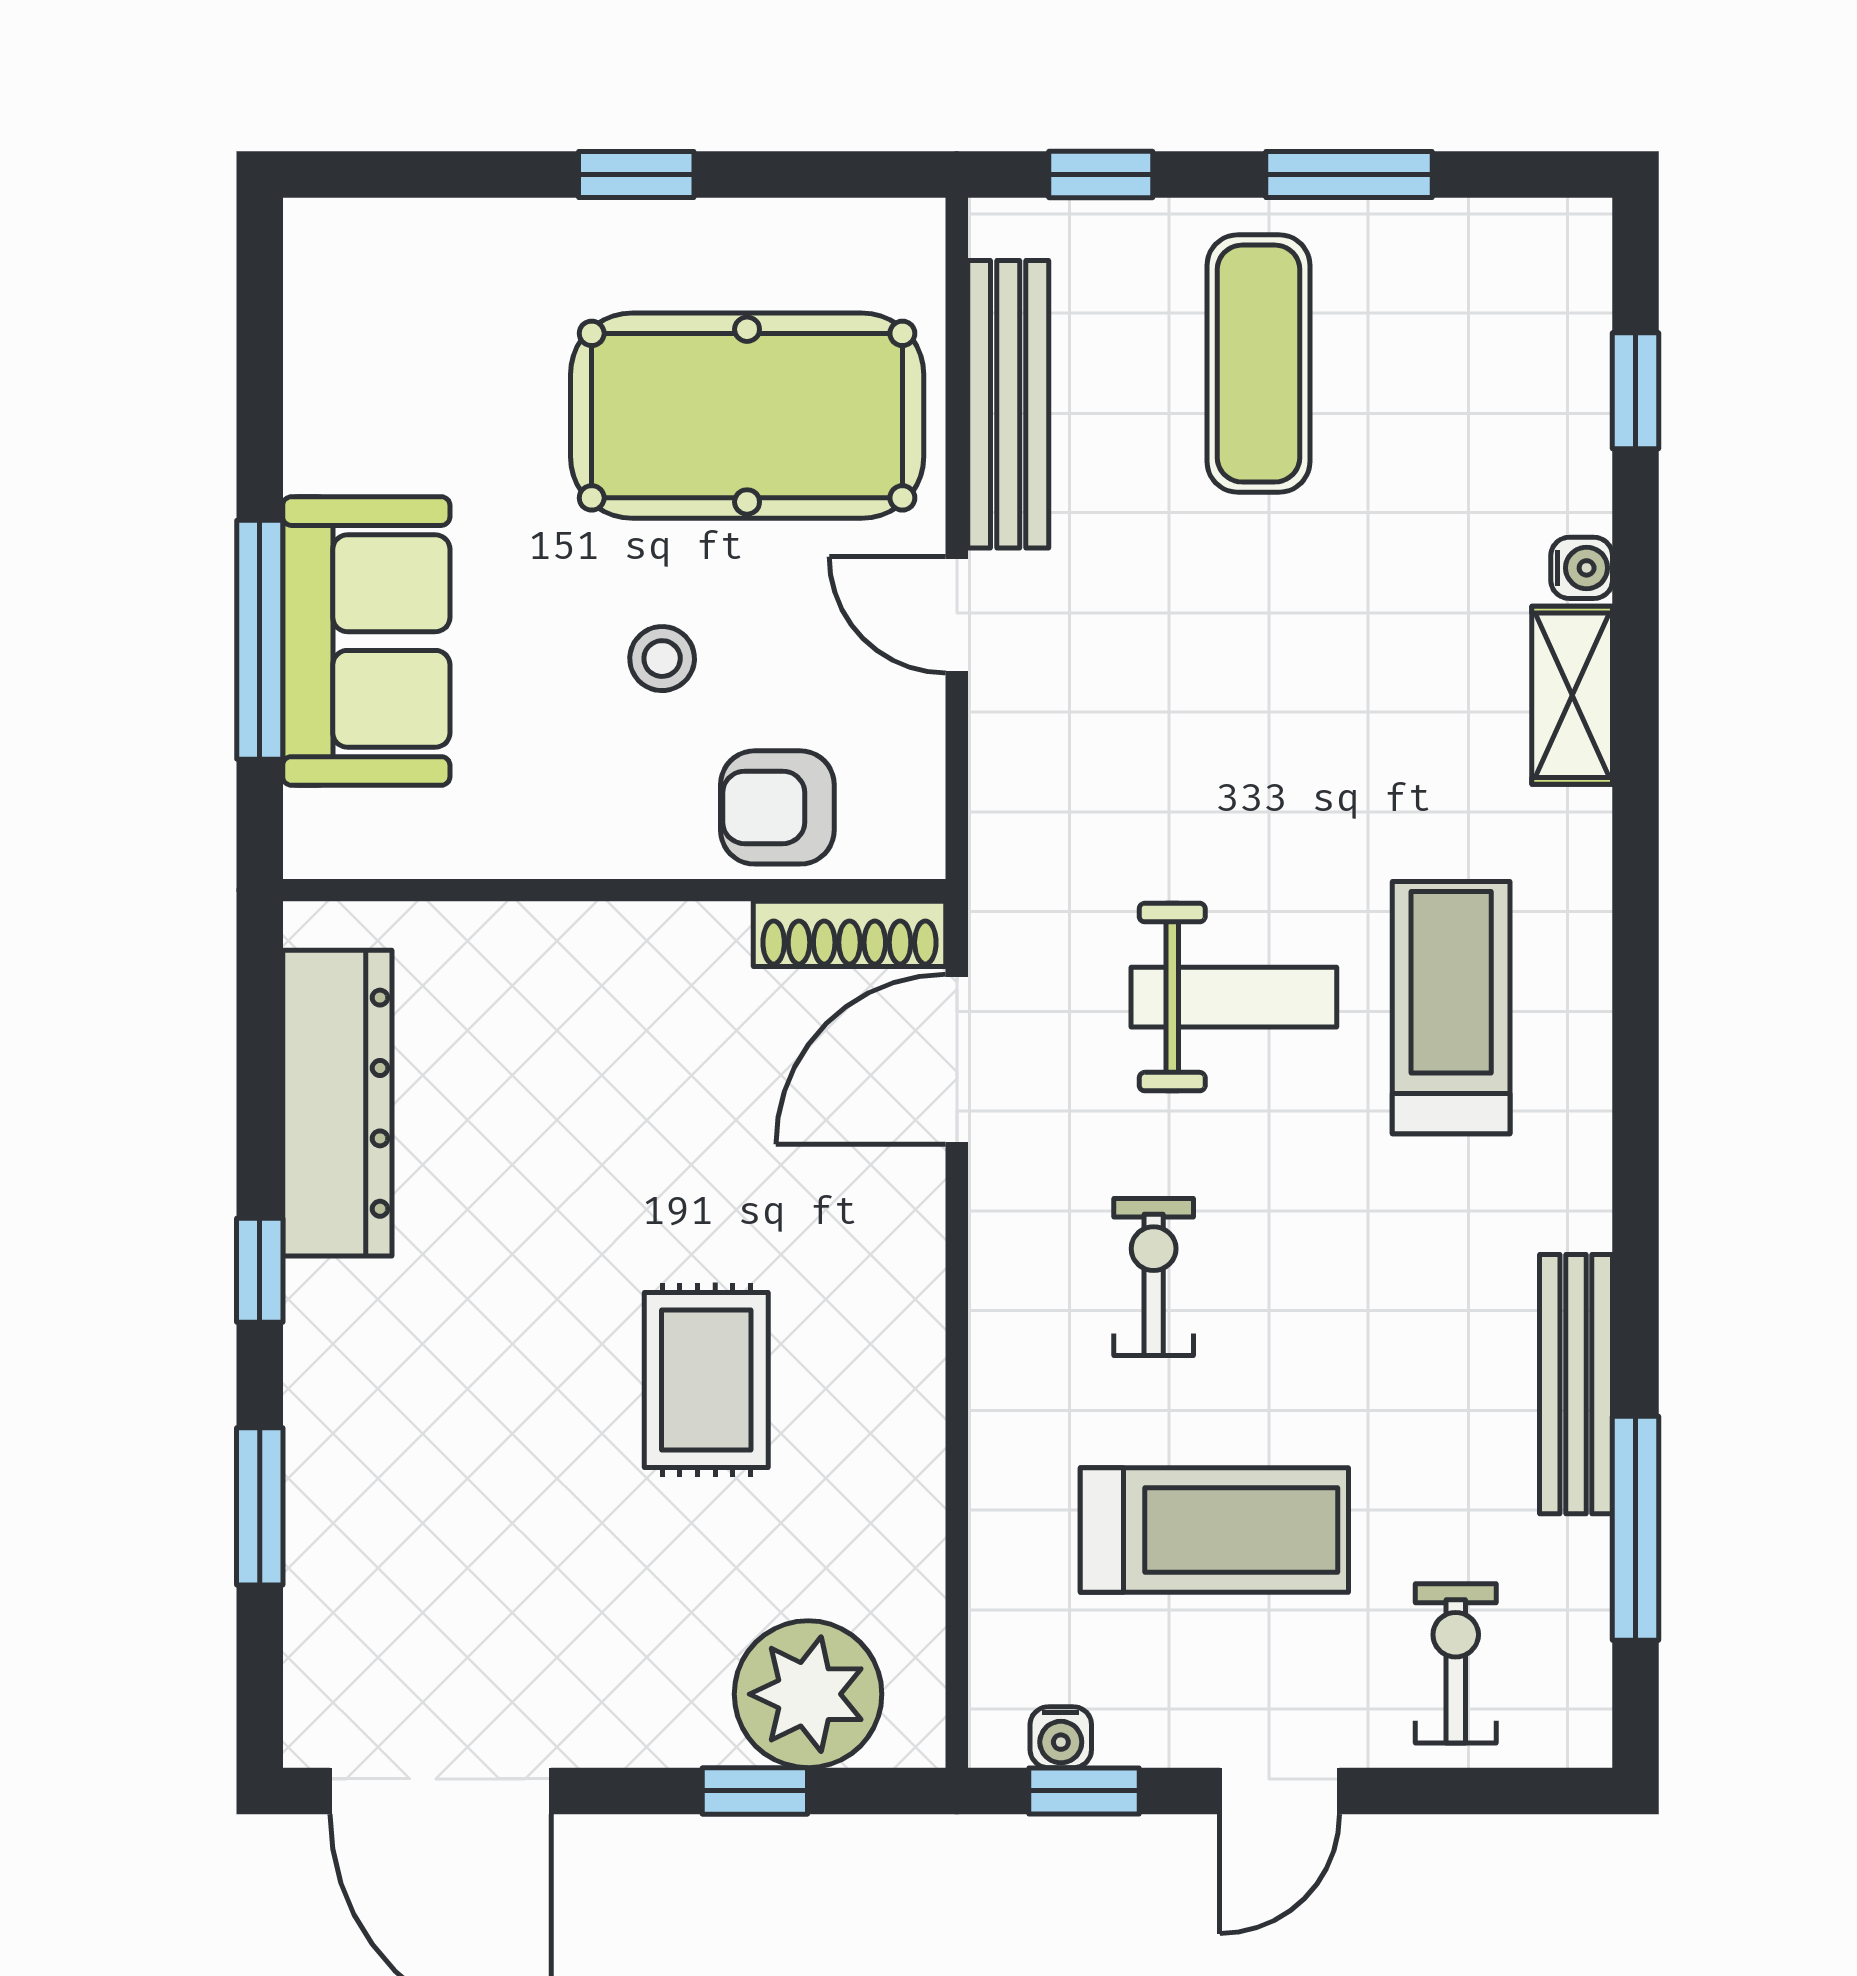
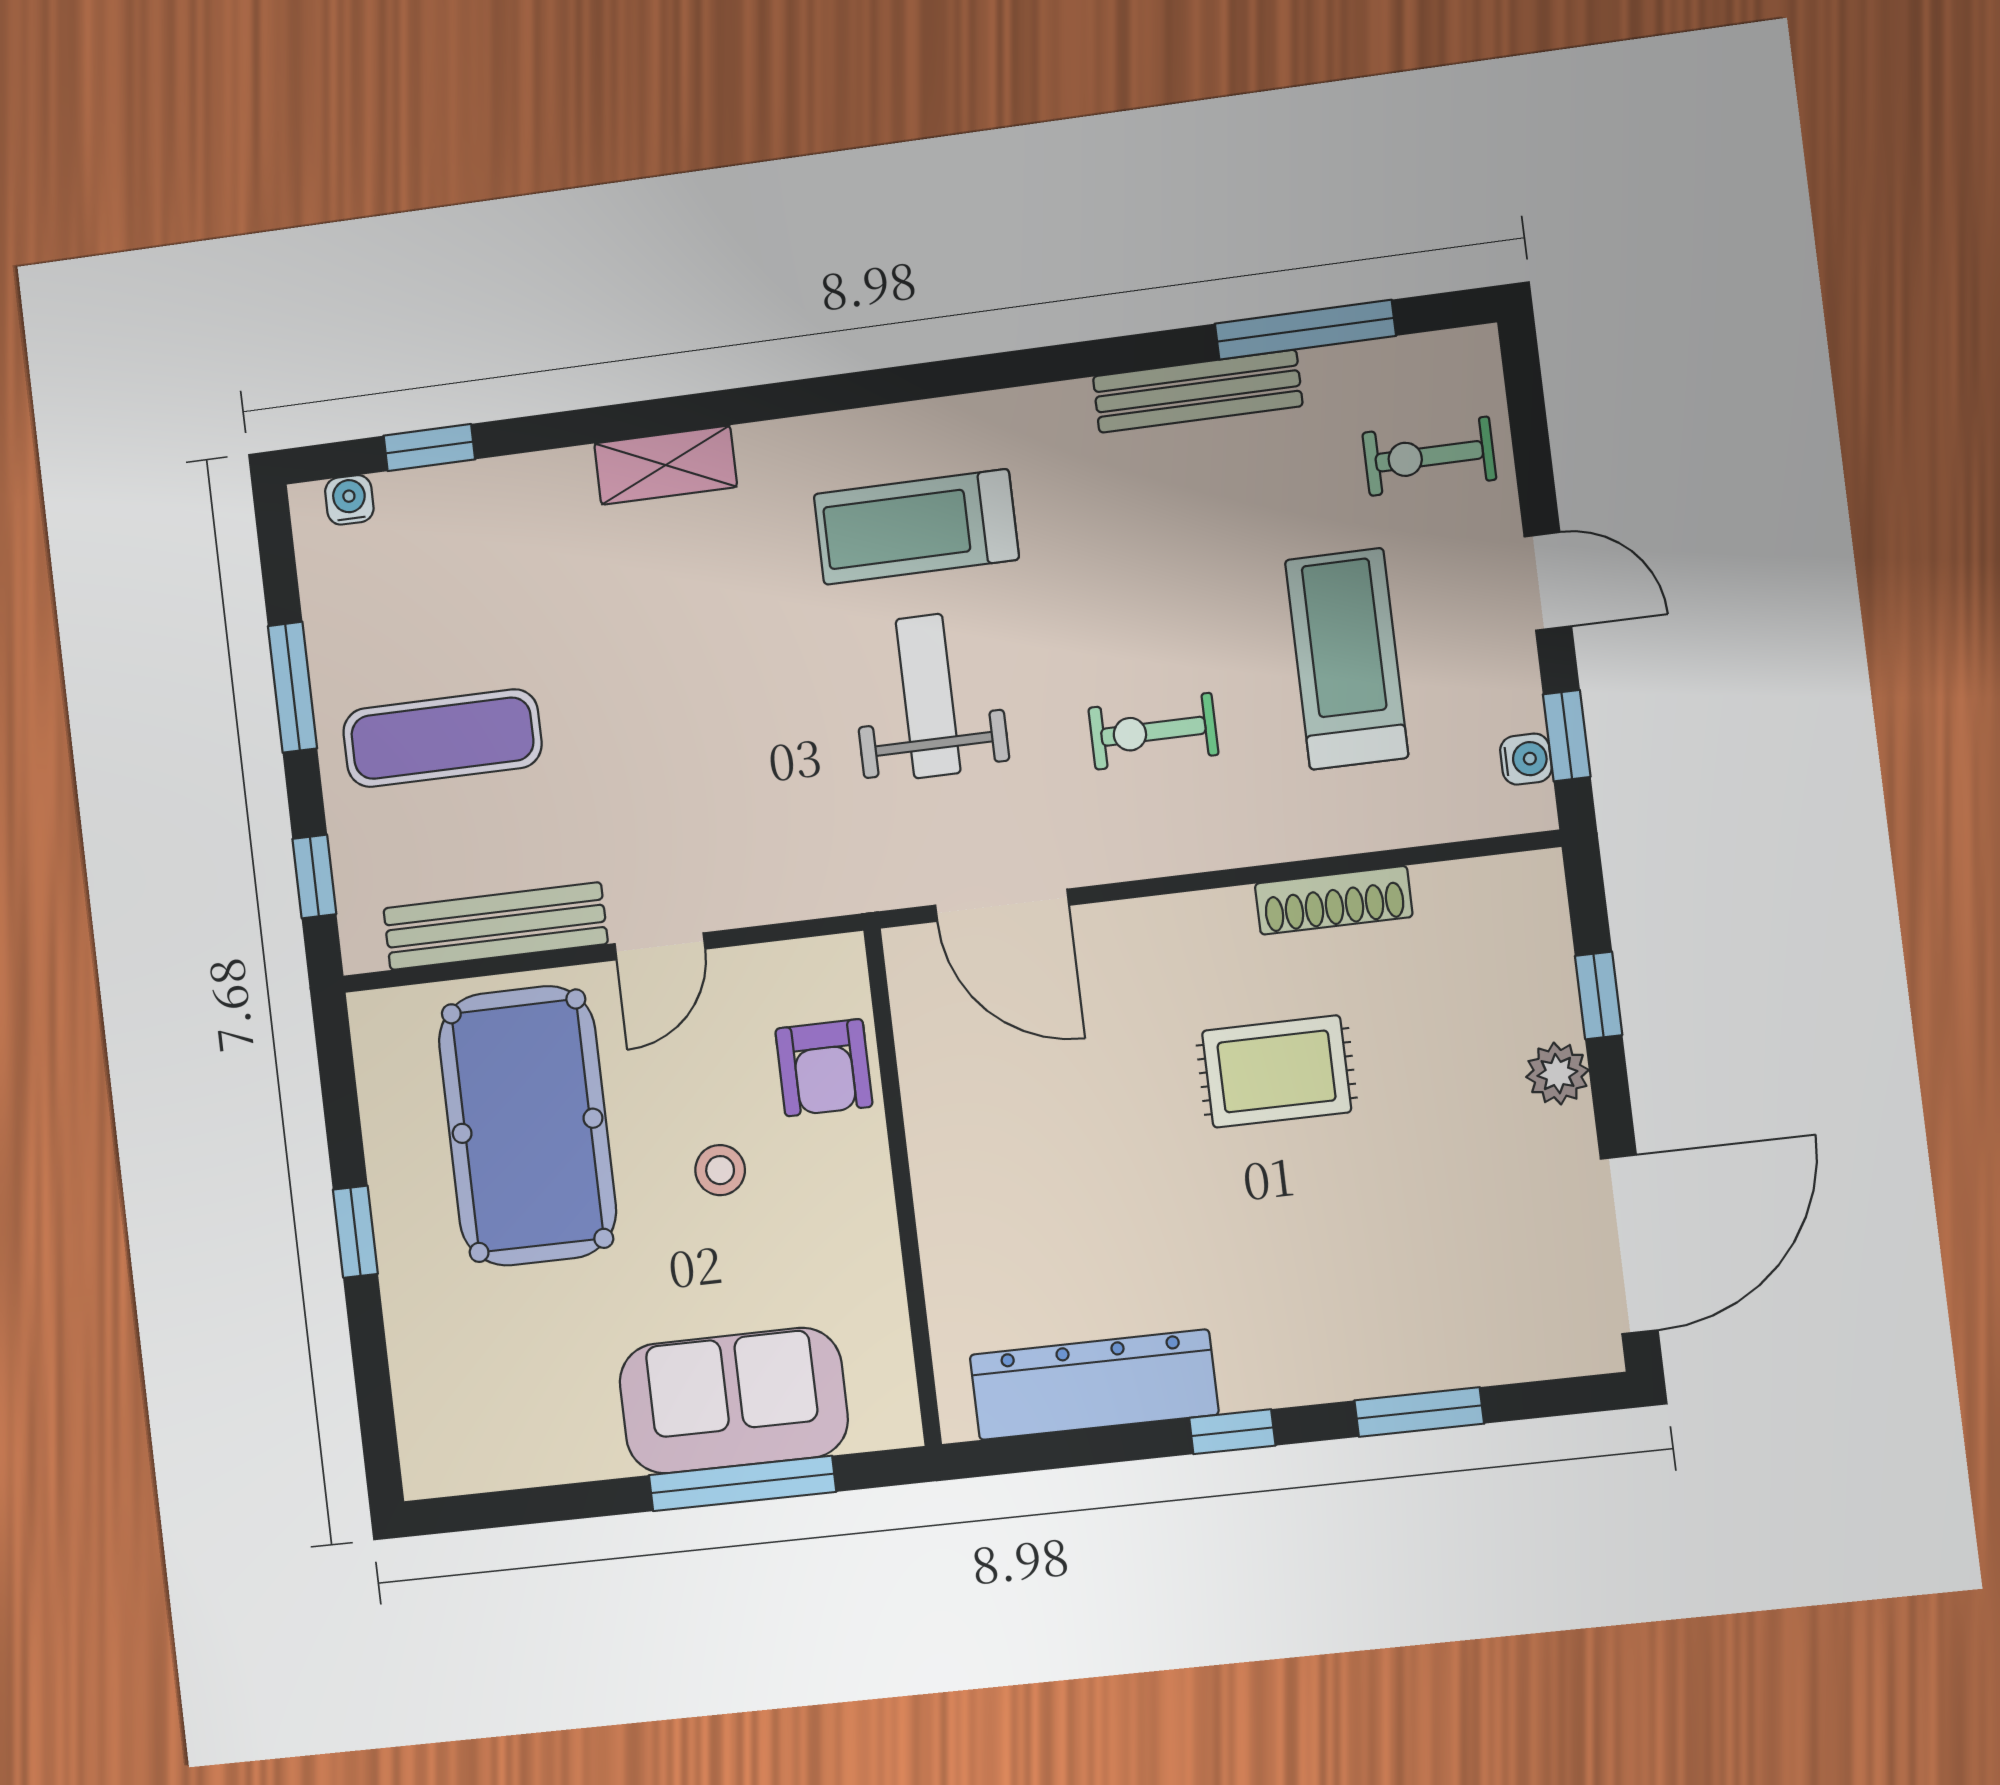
water cooler: (1582, 568) -> (349, 500), moved
shoe rack: (849, 934) -> (1334, 900), moved, turned 90
plant: (808, 1694) -> (1557, 1074), moved, width x0.53, depth x0.53

